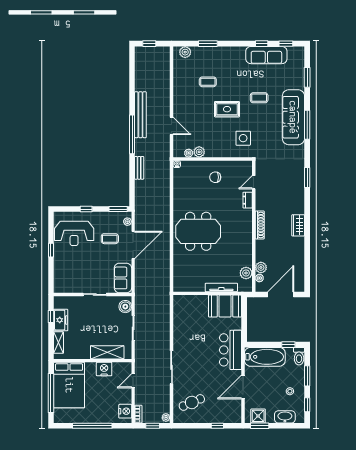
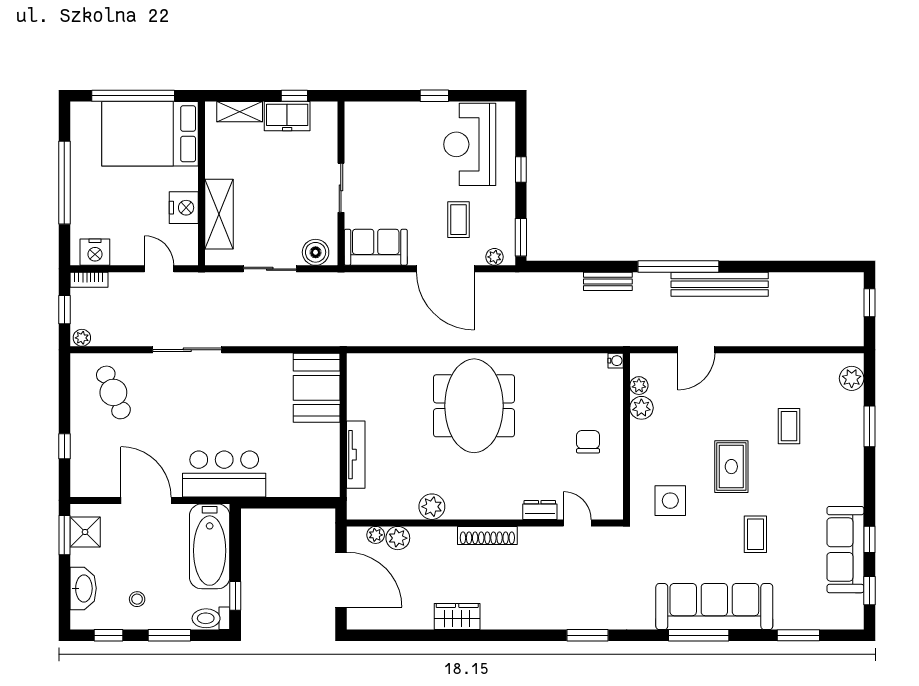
wardrobe: (298, 225) -> (457, 617), moved
plant: (246, 273) -> (432, 507), moved
booth: (225, 306) -> (317, 388), moved

